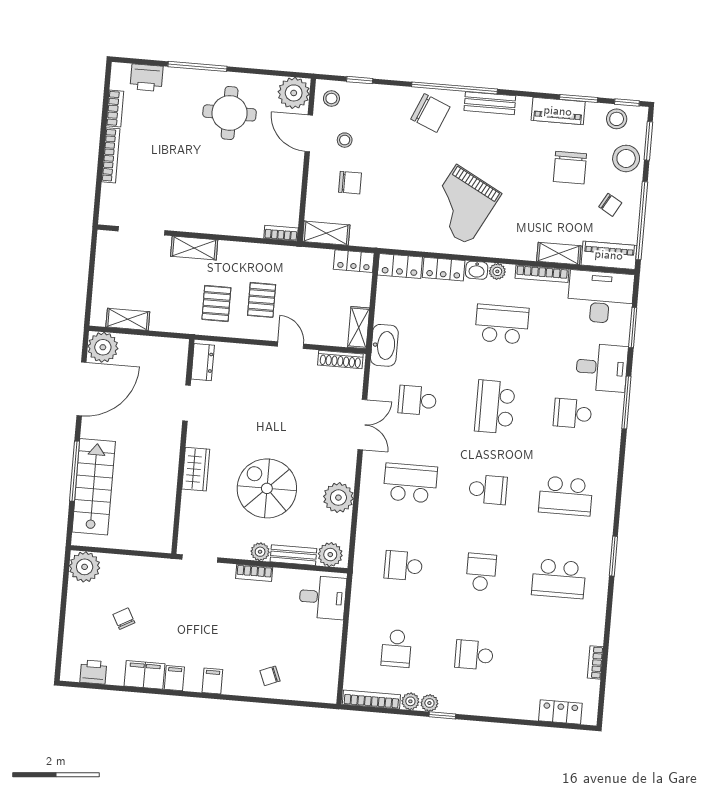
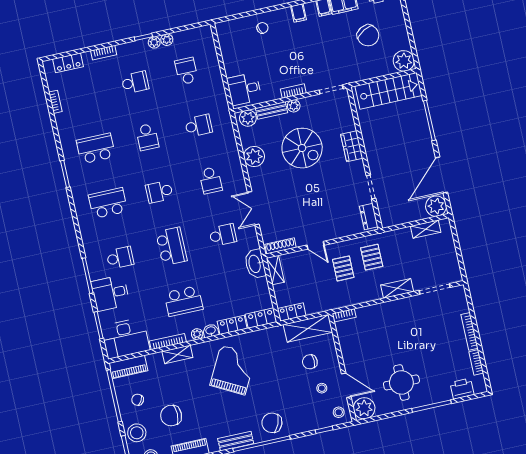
chair: (570, 168) -> (171, 416), turned -90
shelving: (326, 233) -> (308, 328), width x1.50, depth x1.33
shelving: (559, 254) -> (177, 354), moved
school desk: (410, 483) -> (211, 180), width x0.54
stairs: (94, 487) -> (388, 91), moved, turned -90
chair: (124, 619) -> (368, 35), width x1.87, depth x1.87
bookcase: (371, 699) -> (104, 53), moved, width x0.64

